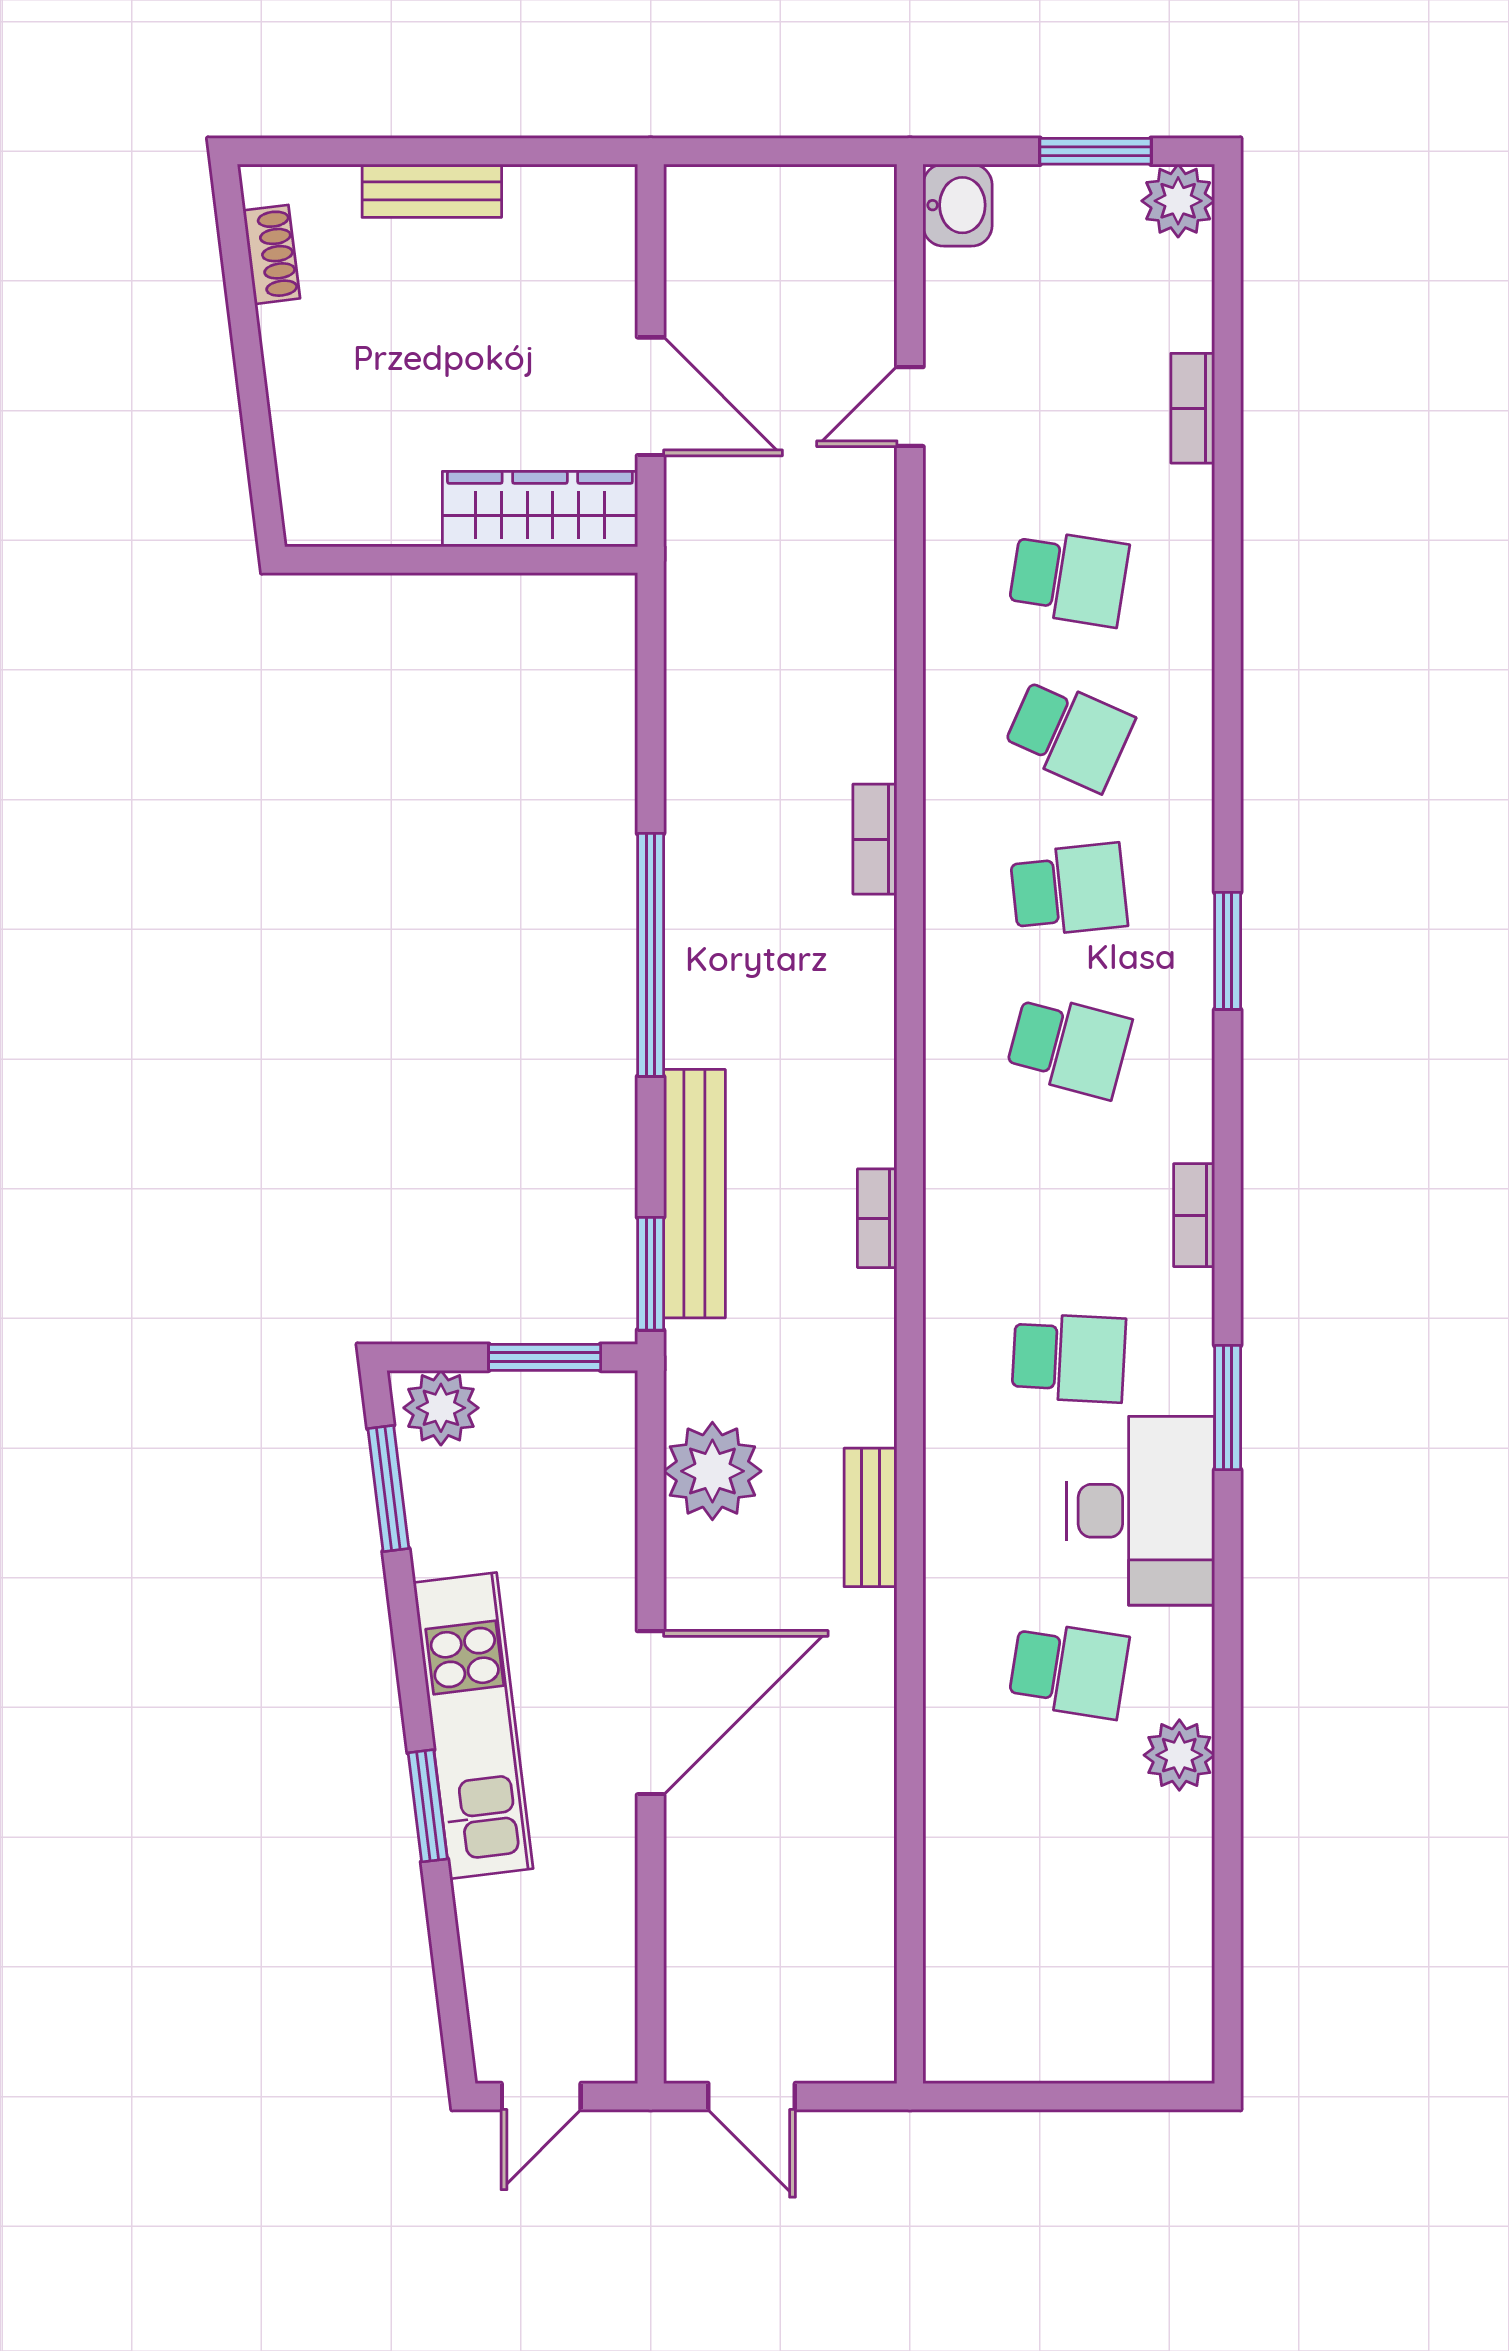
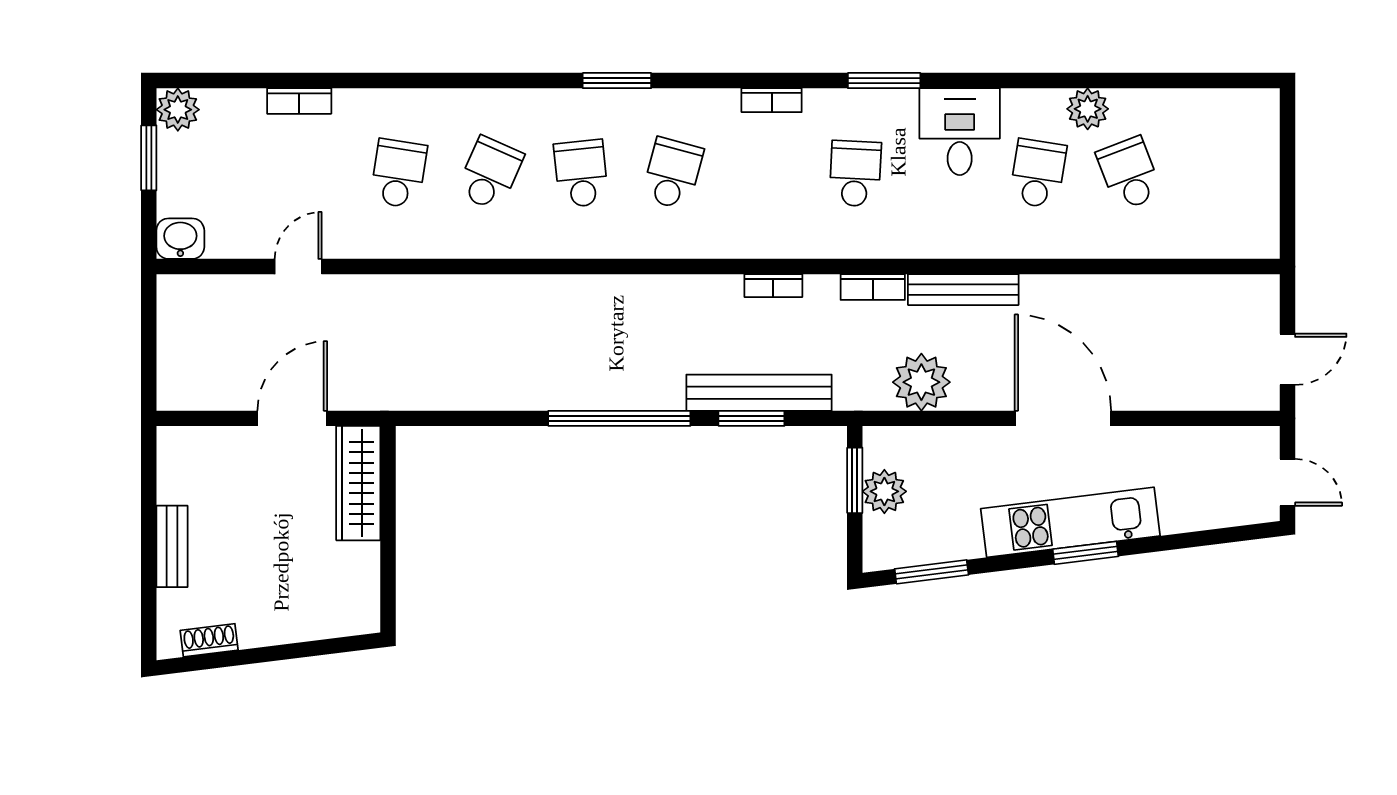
door: (910, 407) -> (298, 267), swing flipped
bookcase: (875, 839) -> (873, 287), moved
window: (651, 1274) -> (751, 418), moved
plant: (441, 1408) -> (884, 491), moved
desk: (1140, 1511) -> (960, 132), width x0.73
bench: (870, 1517) -> (963, 290), width x1.36
window: (428, 1806) -> (1086, 553), moved
school desk: (1069, 1826) -> (1129, 174), added

